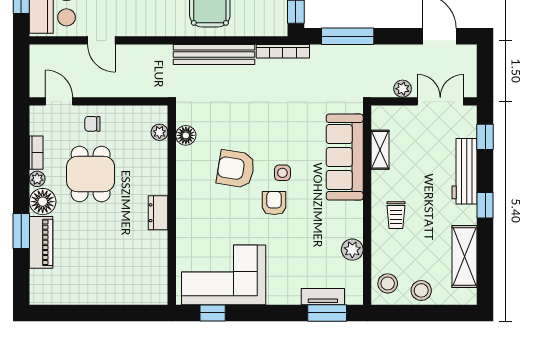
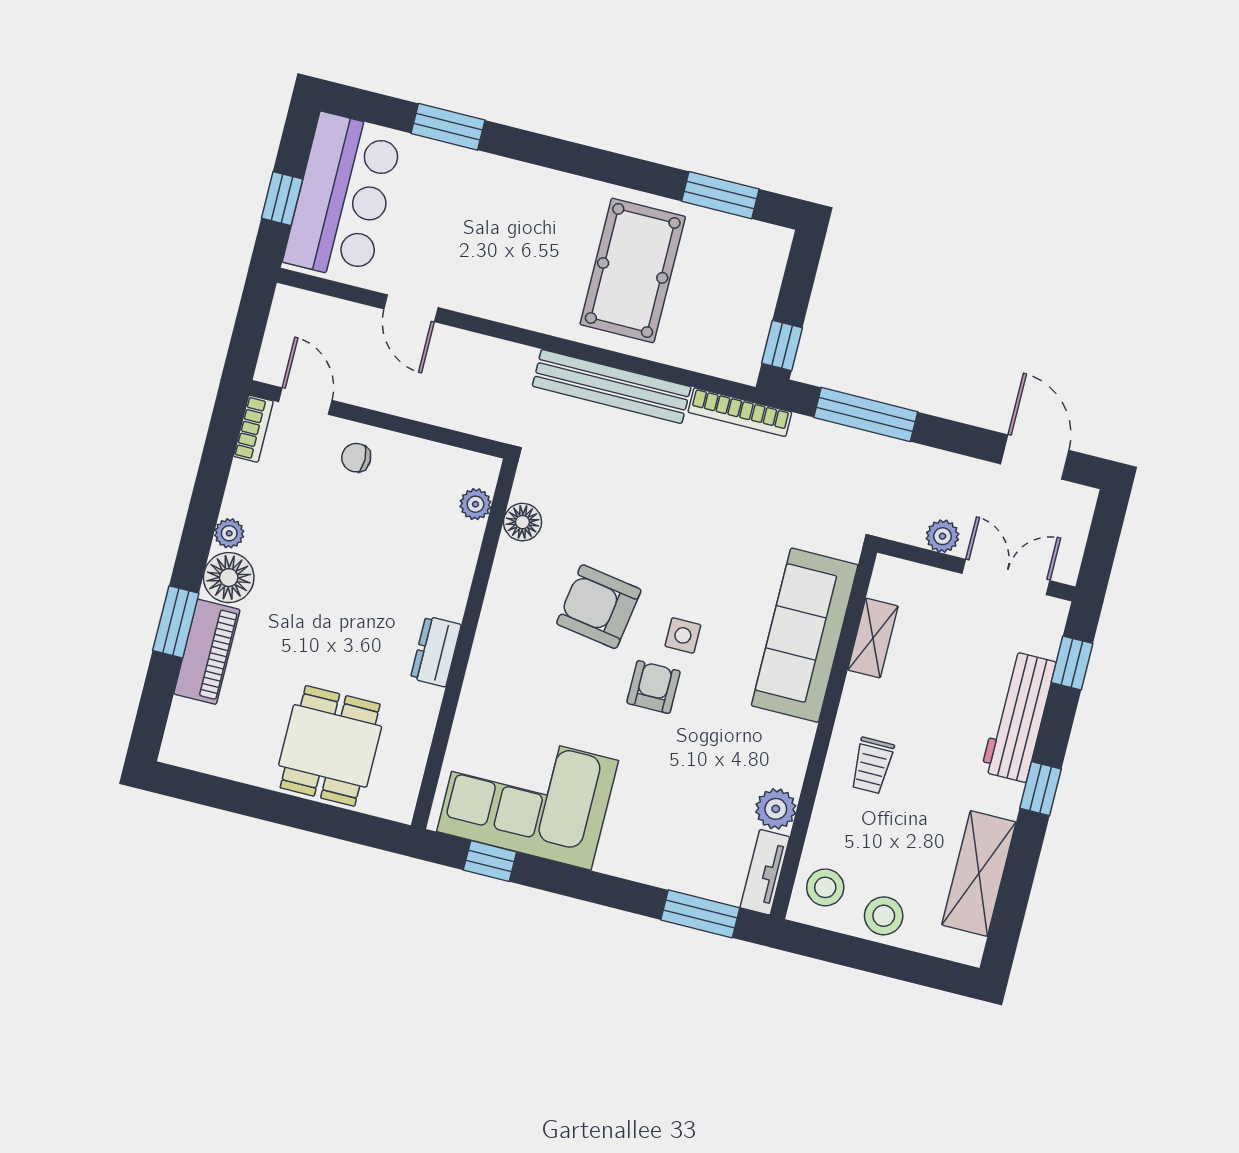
bookcase: (36, 153) -> (253, 429), moved
dining table: (91, 174) -> (330, 746), moved
tv unit: (323, 297) -> (765, 872), moved, turned -90

